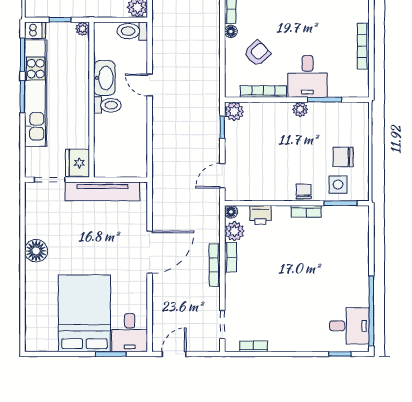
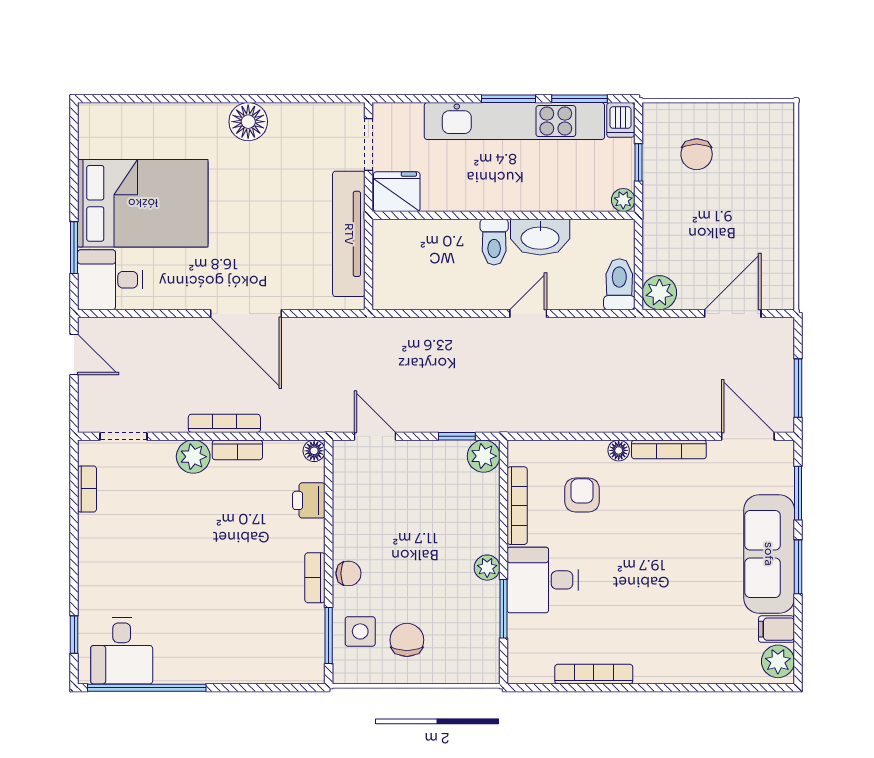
armchair: (257, 53) -> (582, 495), turned -137
plant: (234, 231) -> (193, 457), moved

